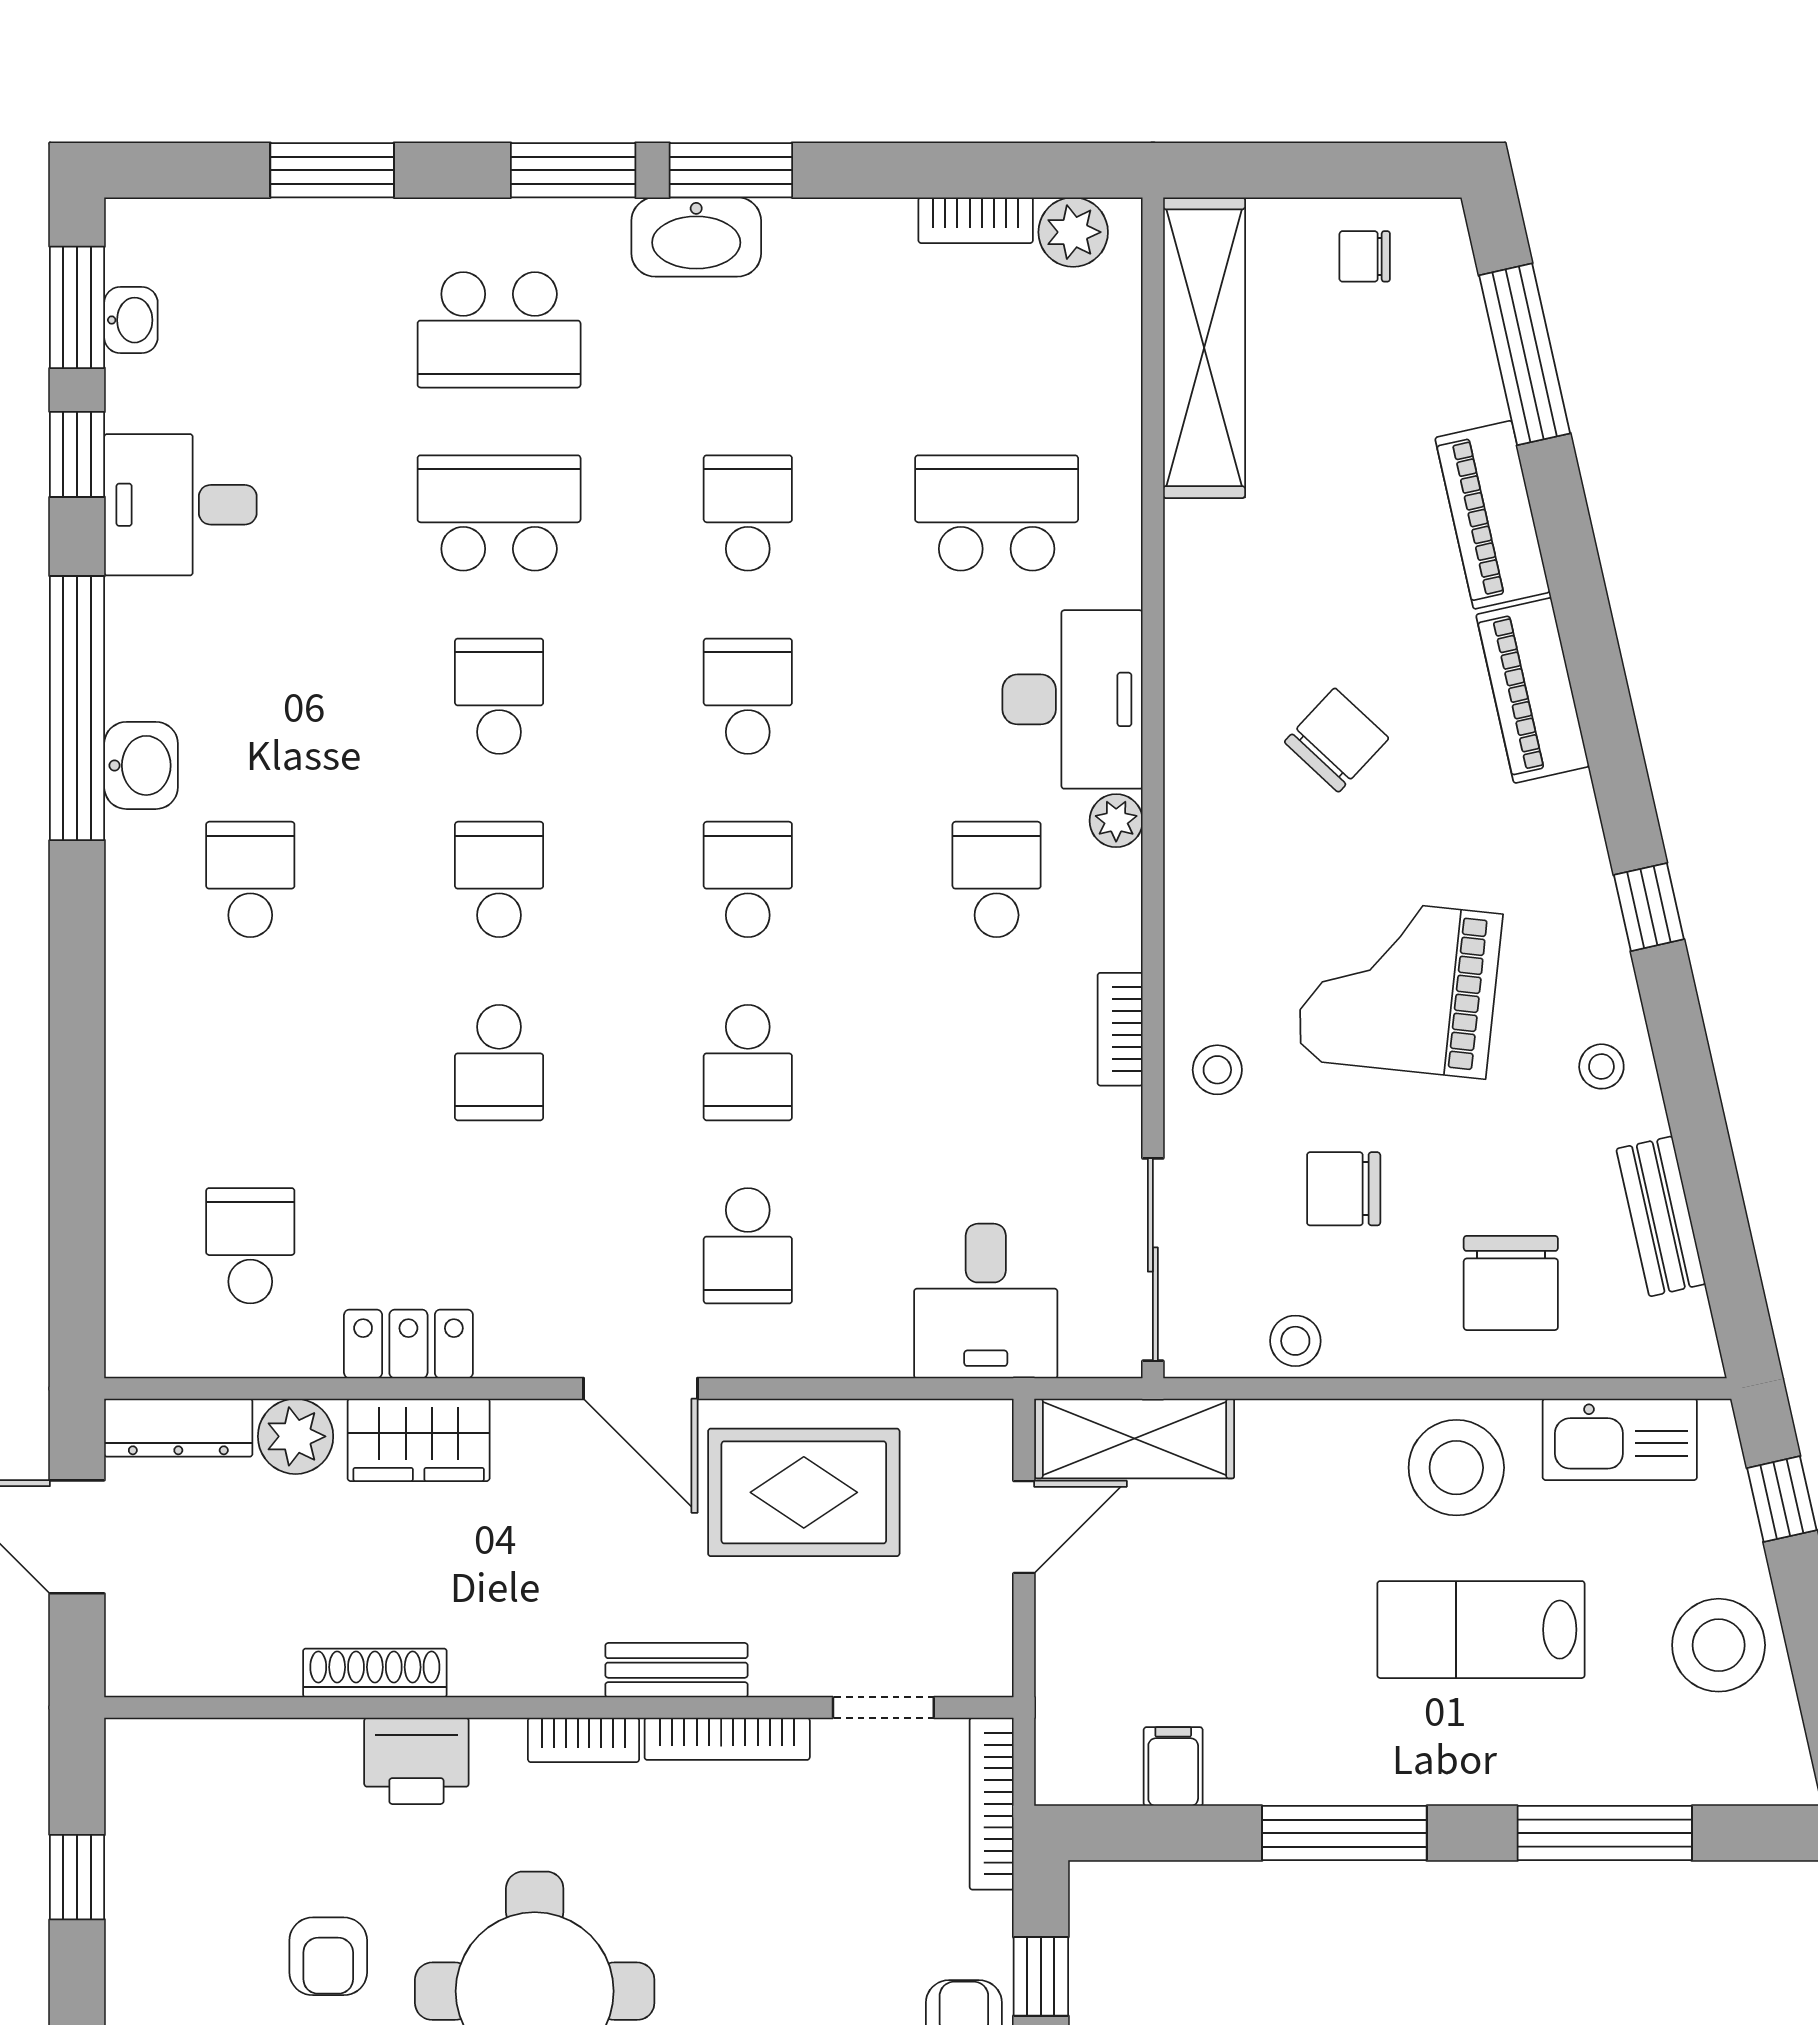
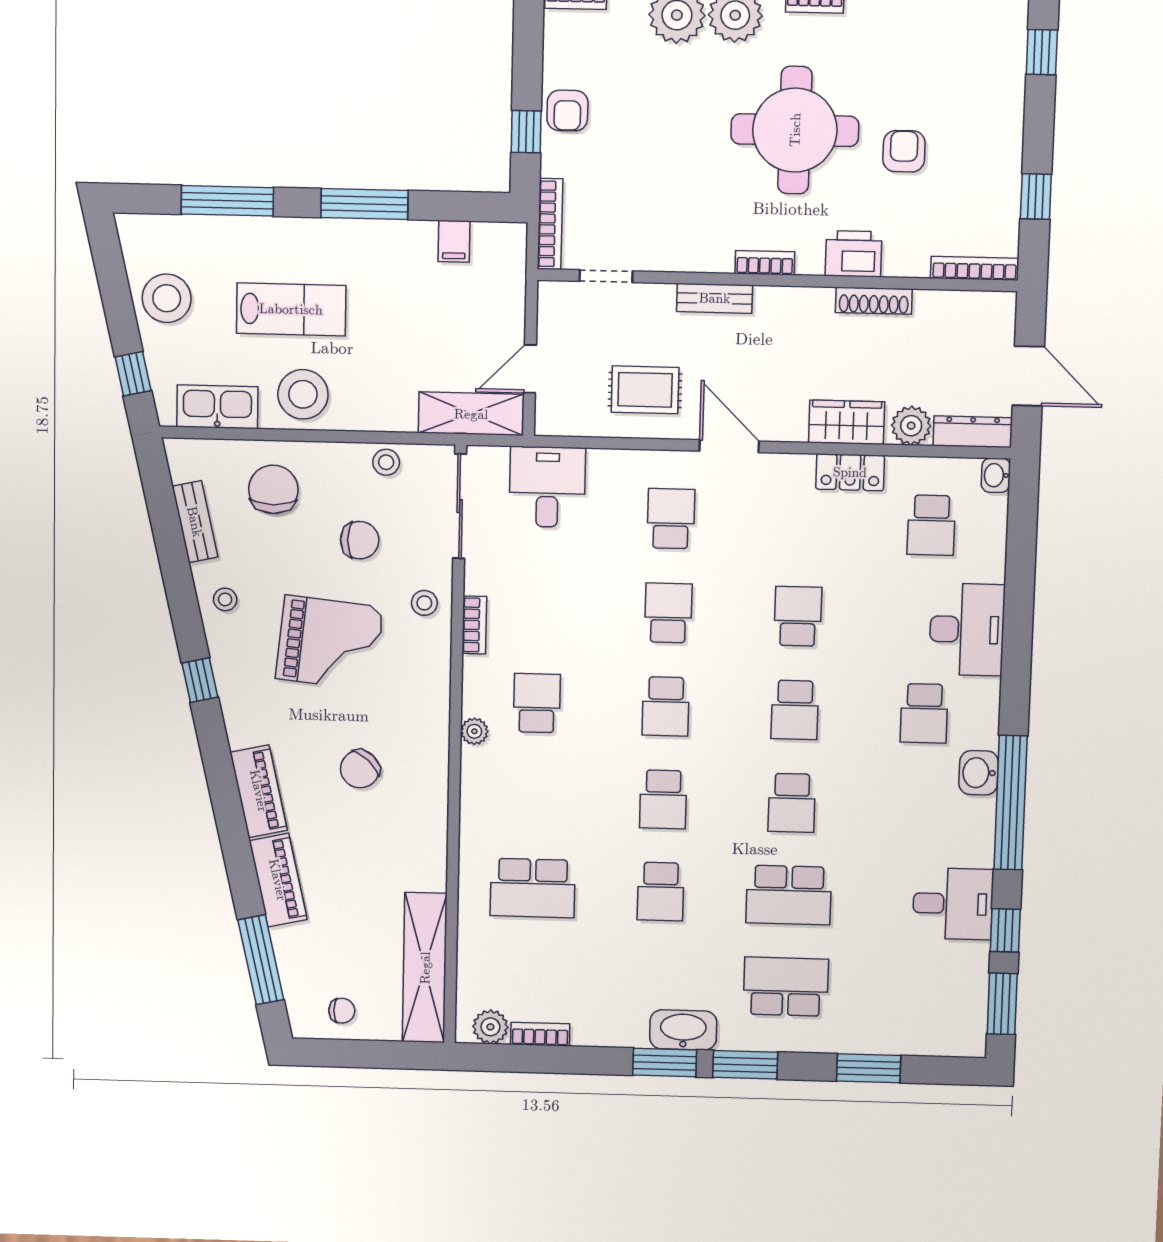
washbasin: (131, 320) -> (996, 475), moved
desk: (1073, 699) -> (967, 629), moved, turned 180
school desk: (997, 879) -> (537, 703), turned 180
rug: (804, 1492) -> (645, 390), width x0.73, depth x0.70
bookcase: (727, 1739) -> (975, 268), moved

